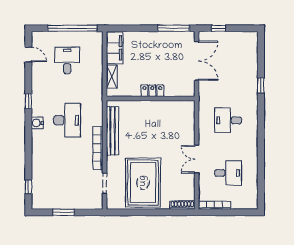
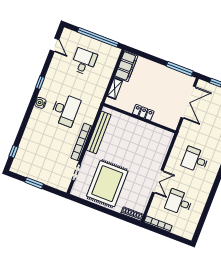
double door: (197, 159) -> (158, 181), swing flipped
desk: (228, 173) -> (179, 202), turned 180

